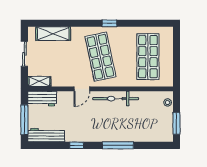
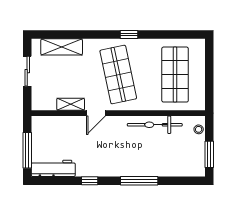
shelving: (39, 81) -> (71, 104), moved
workbench: (42, 99) -> (48, 125), removed
bicycle: (116, 99) -> (155, 125), moved

